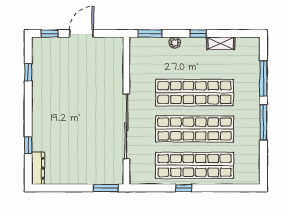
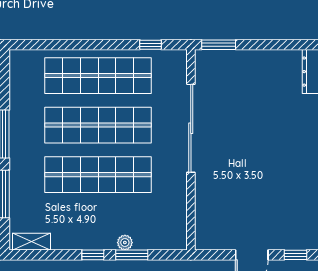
window: (150, 34) -> (132, 255), moved
shelving: (221, 43) -> (32, 242), moved
window: (183, 188) -> (151, 45), moved

